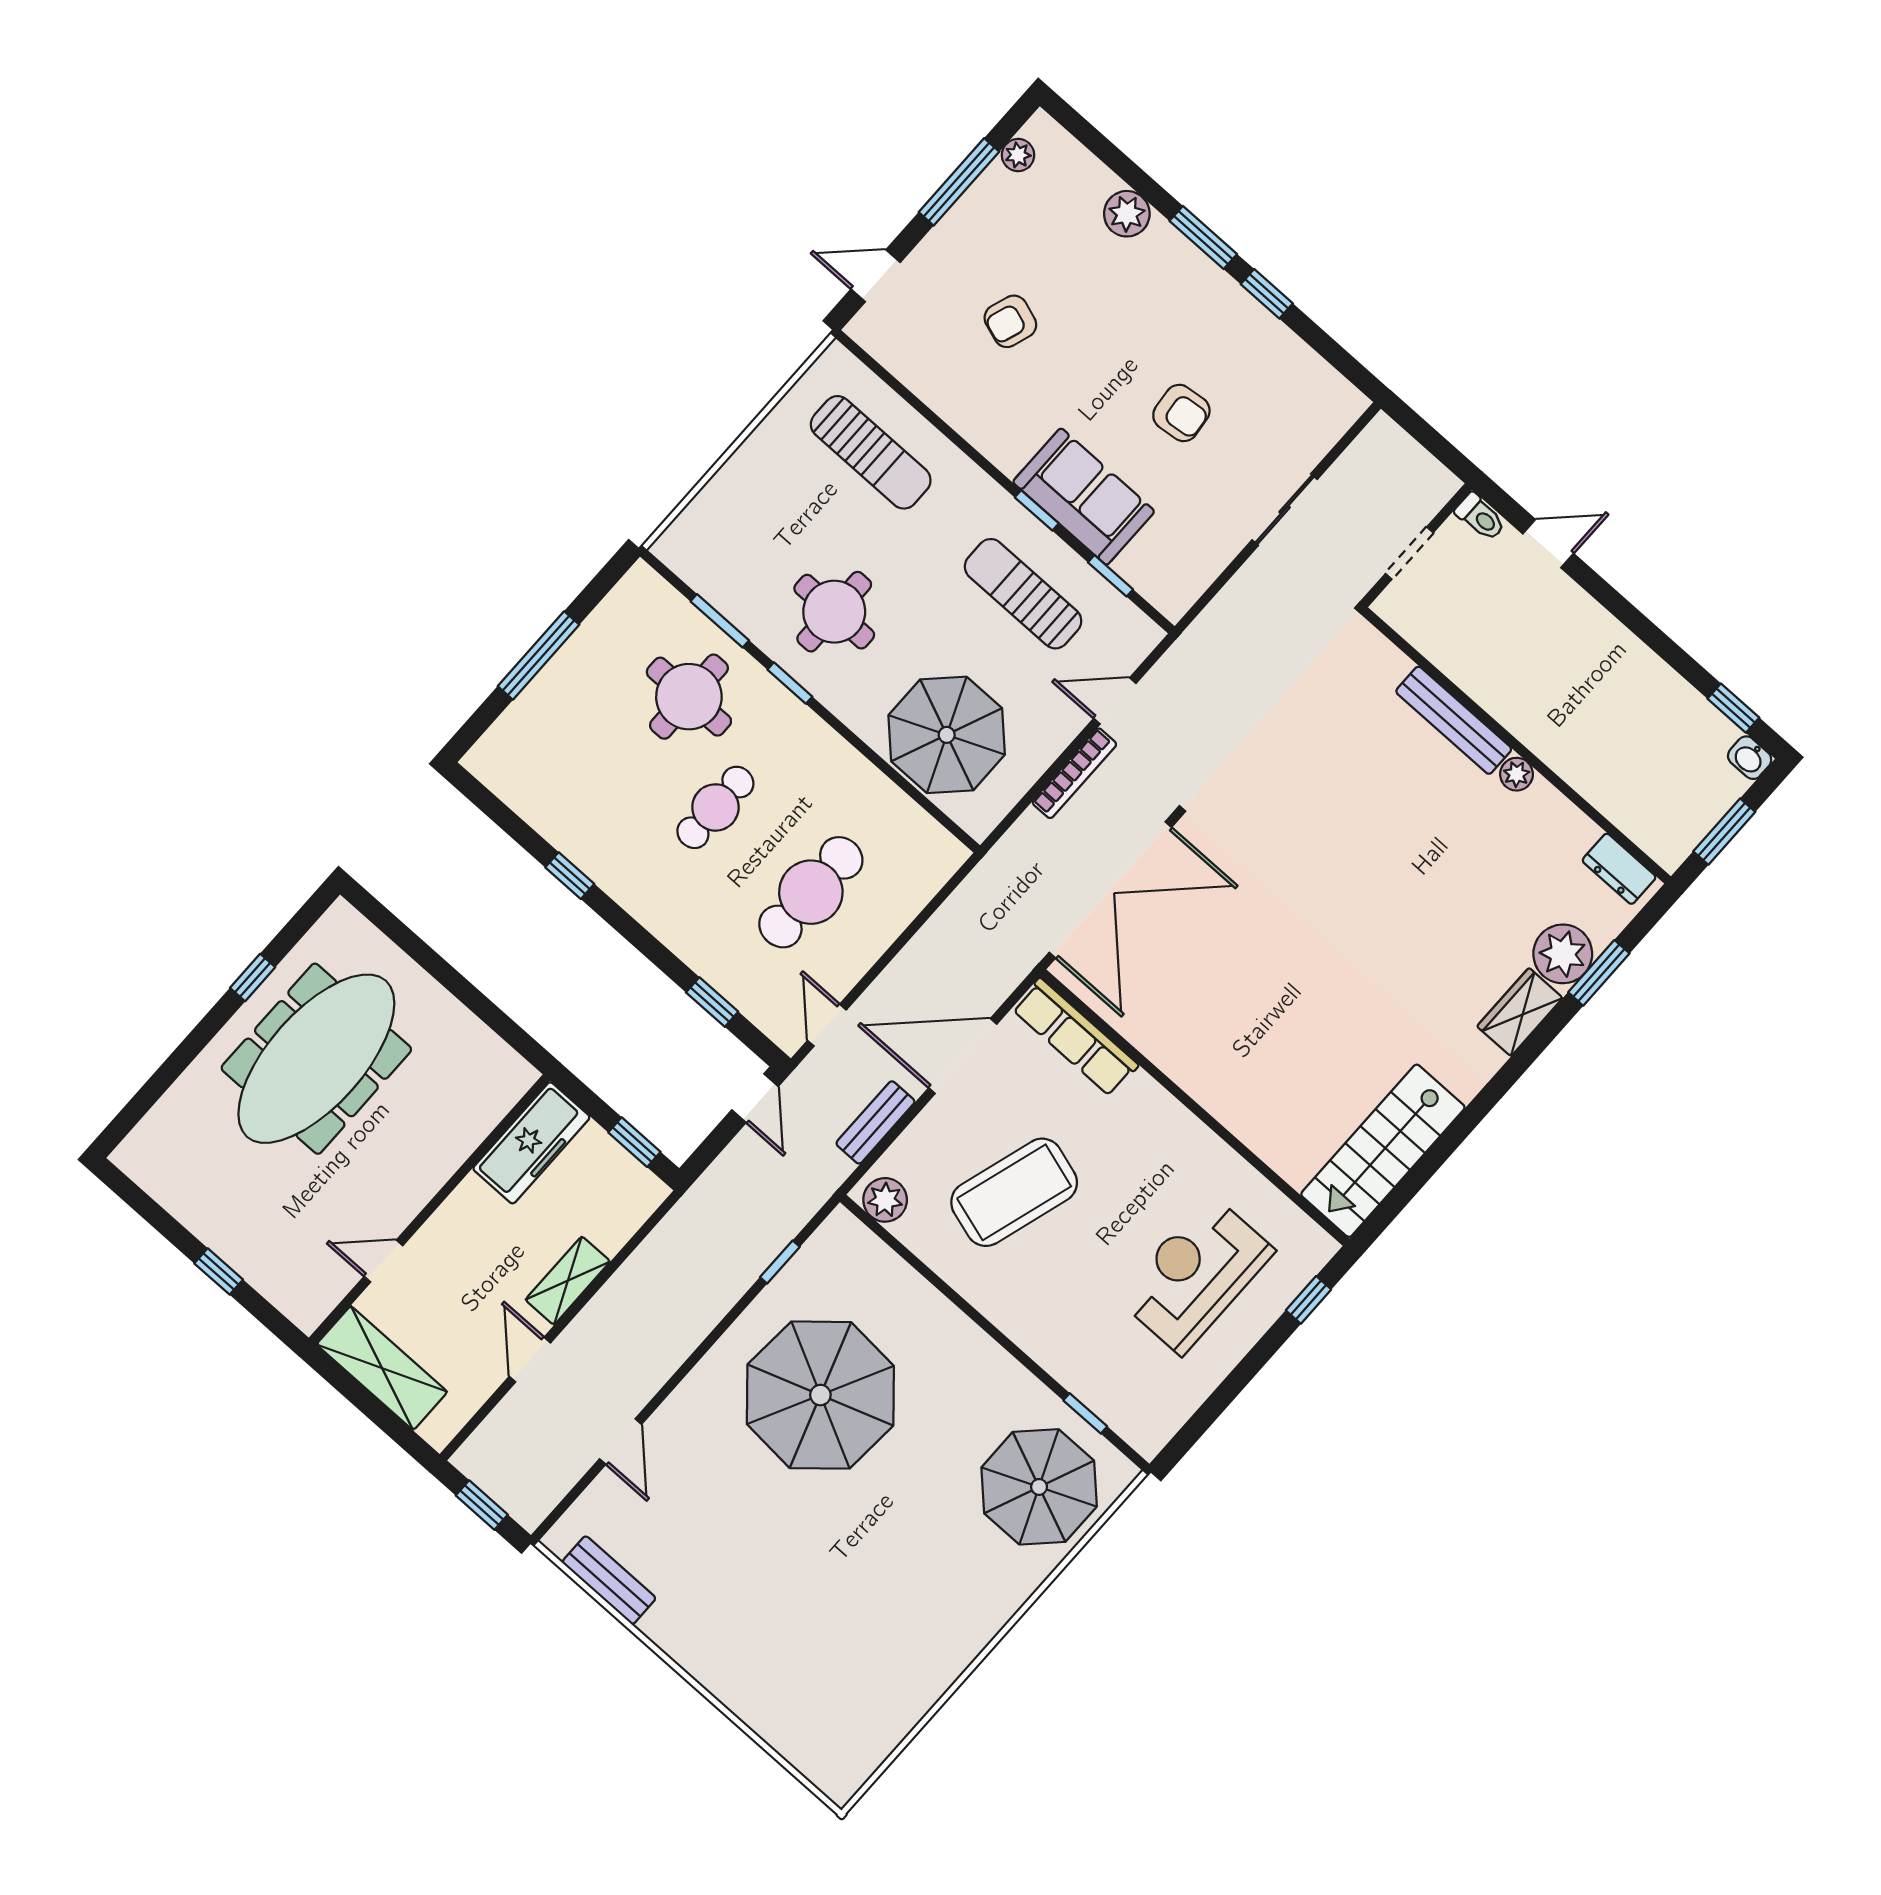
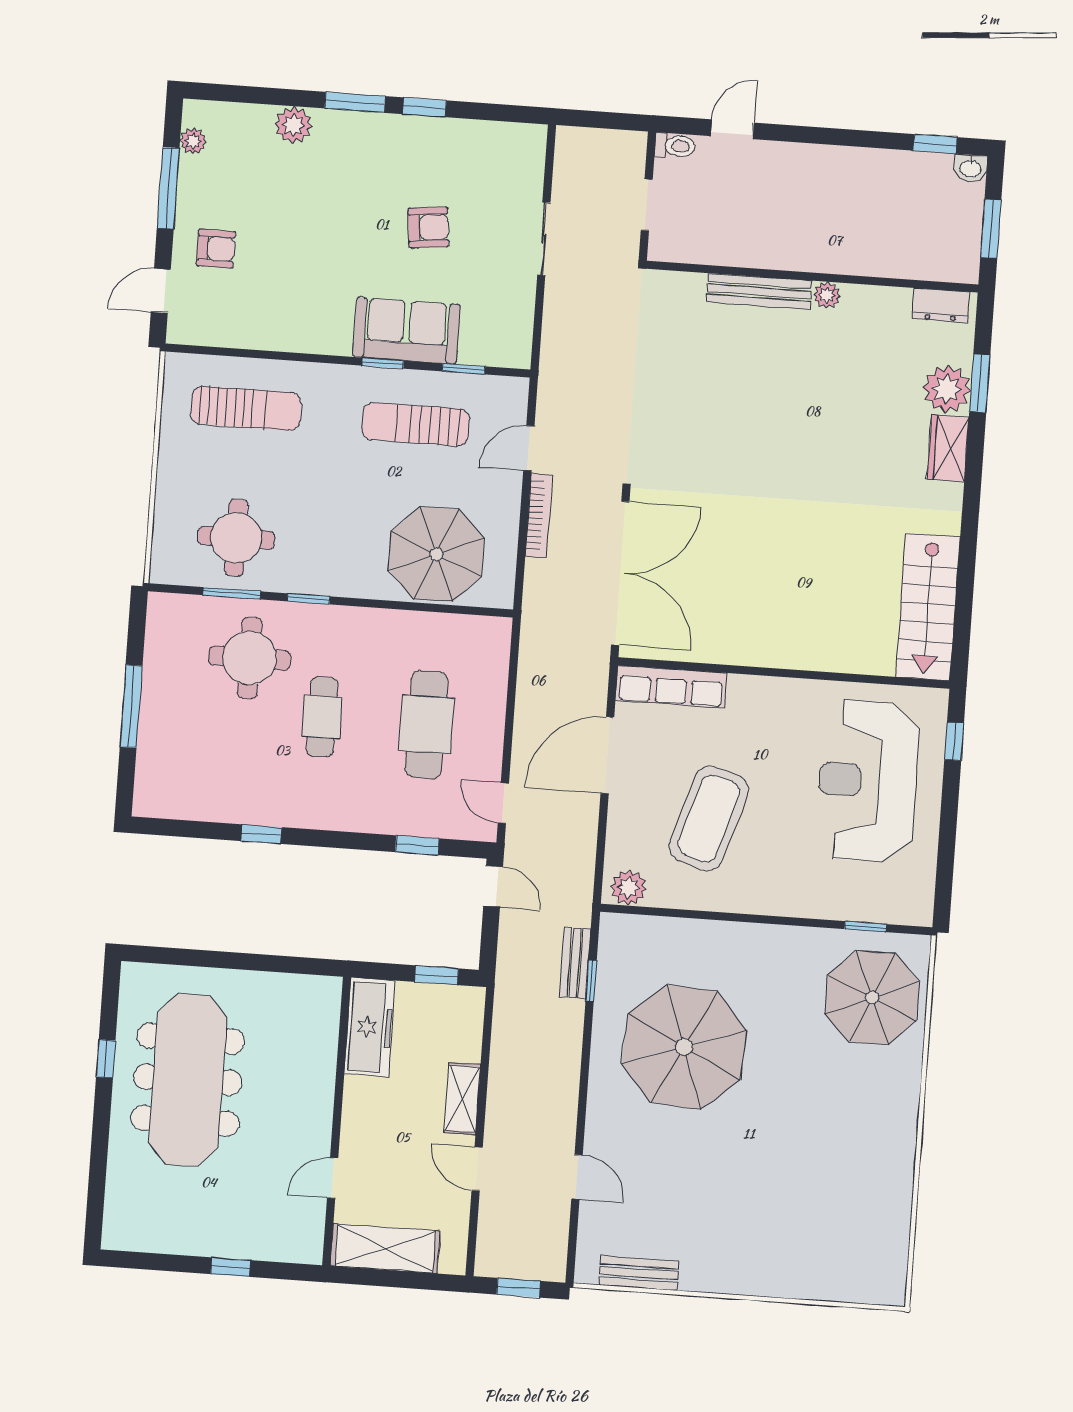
armchair: (1010, 321) -> (216, 249), moved, turned -109
round table: (834, 612) -> (236, 538), moved
bench: (875, 1122) -> (575, 963), moved
reception desk: (1196, 1274) -> (868, 781), width x1.36, depth x1.30

